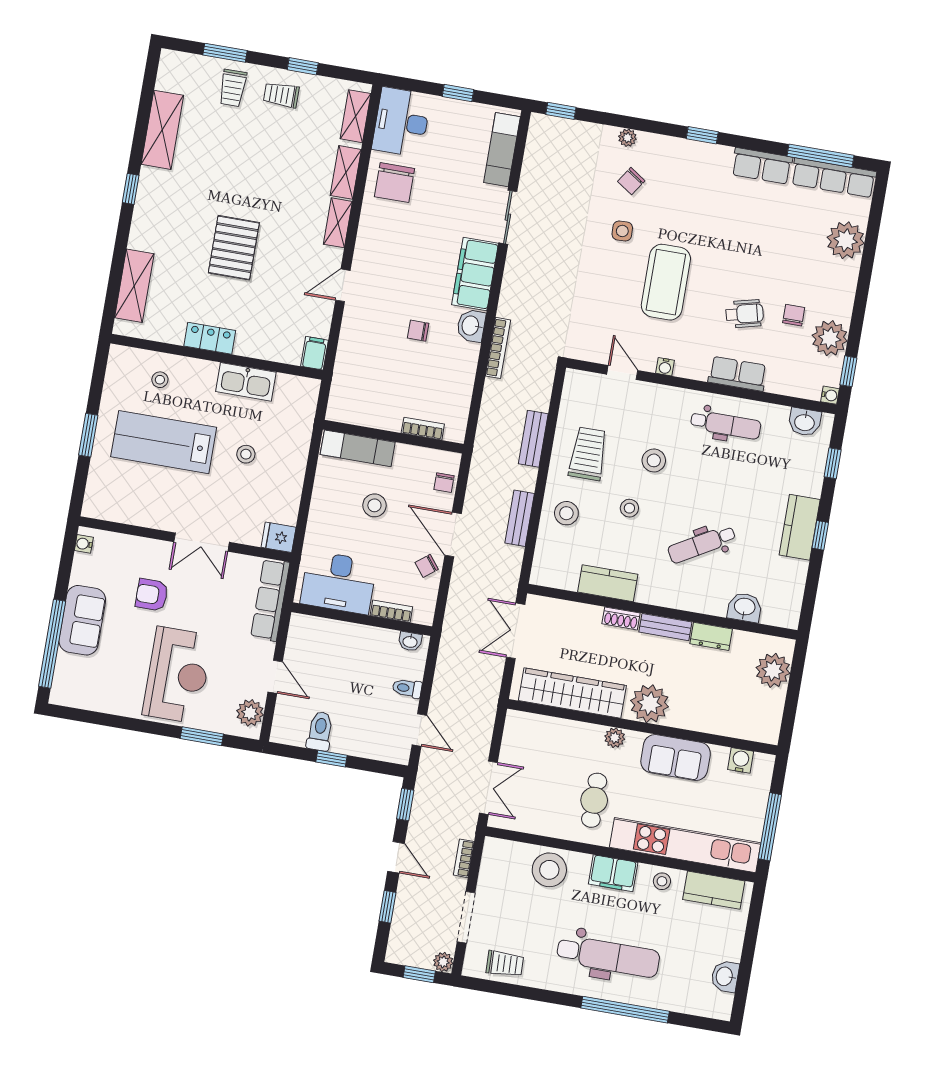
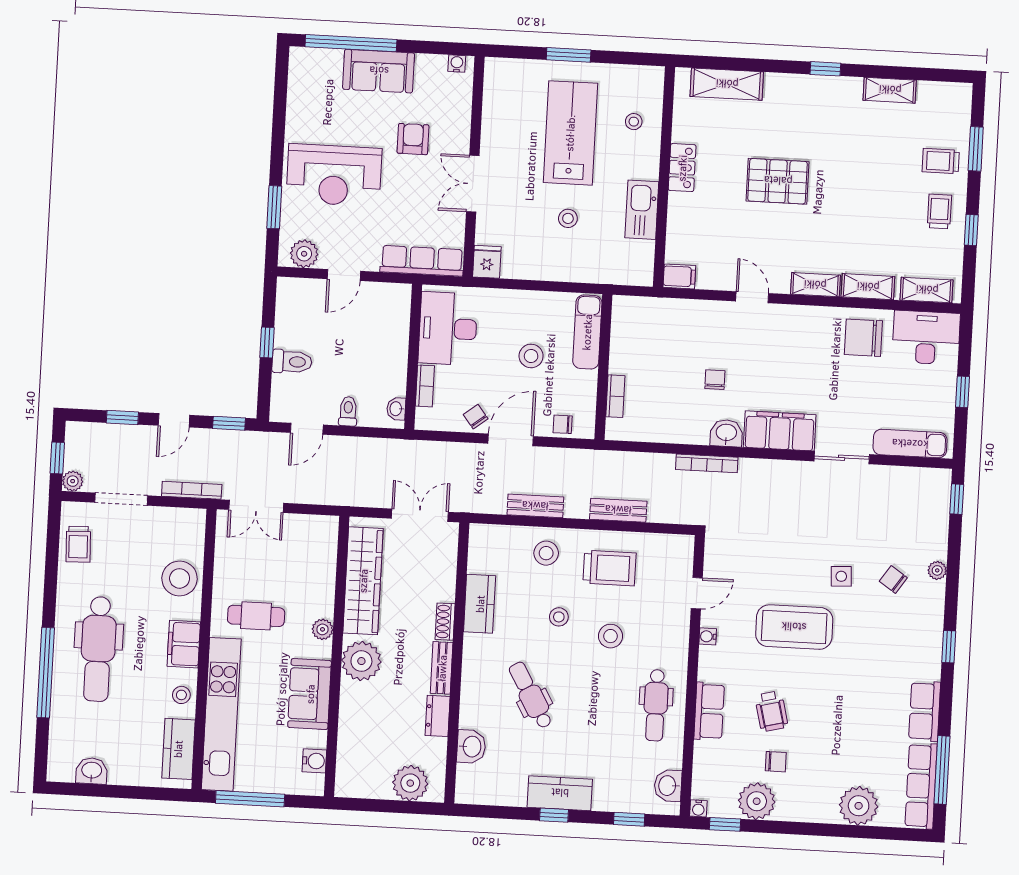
shelving: (162, 130) -> (890, 90), width x0.67, depth x0.75
toilet: (320, 731) -> (292, 362), moved
bookcase: (464, 858) -> (192, 490), width x1.56

